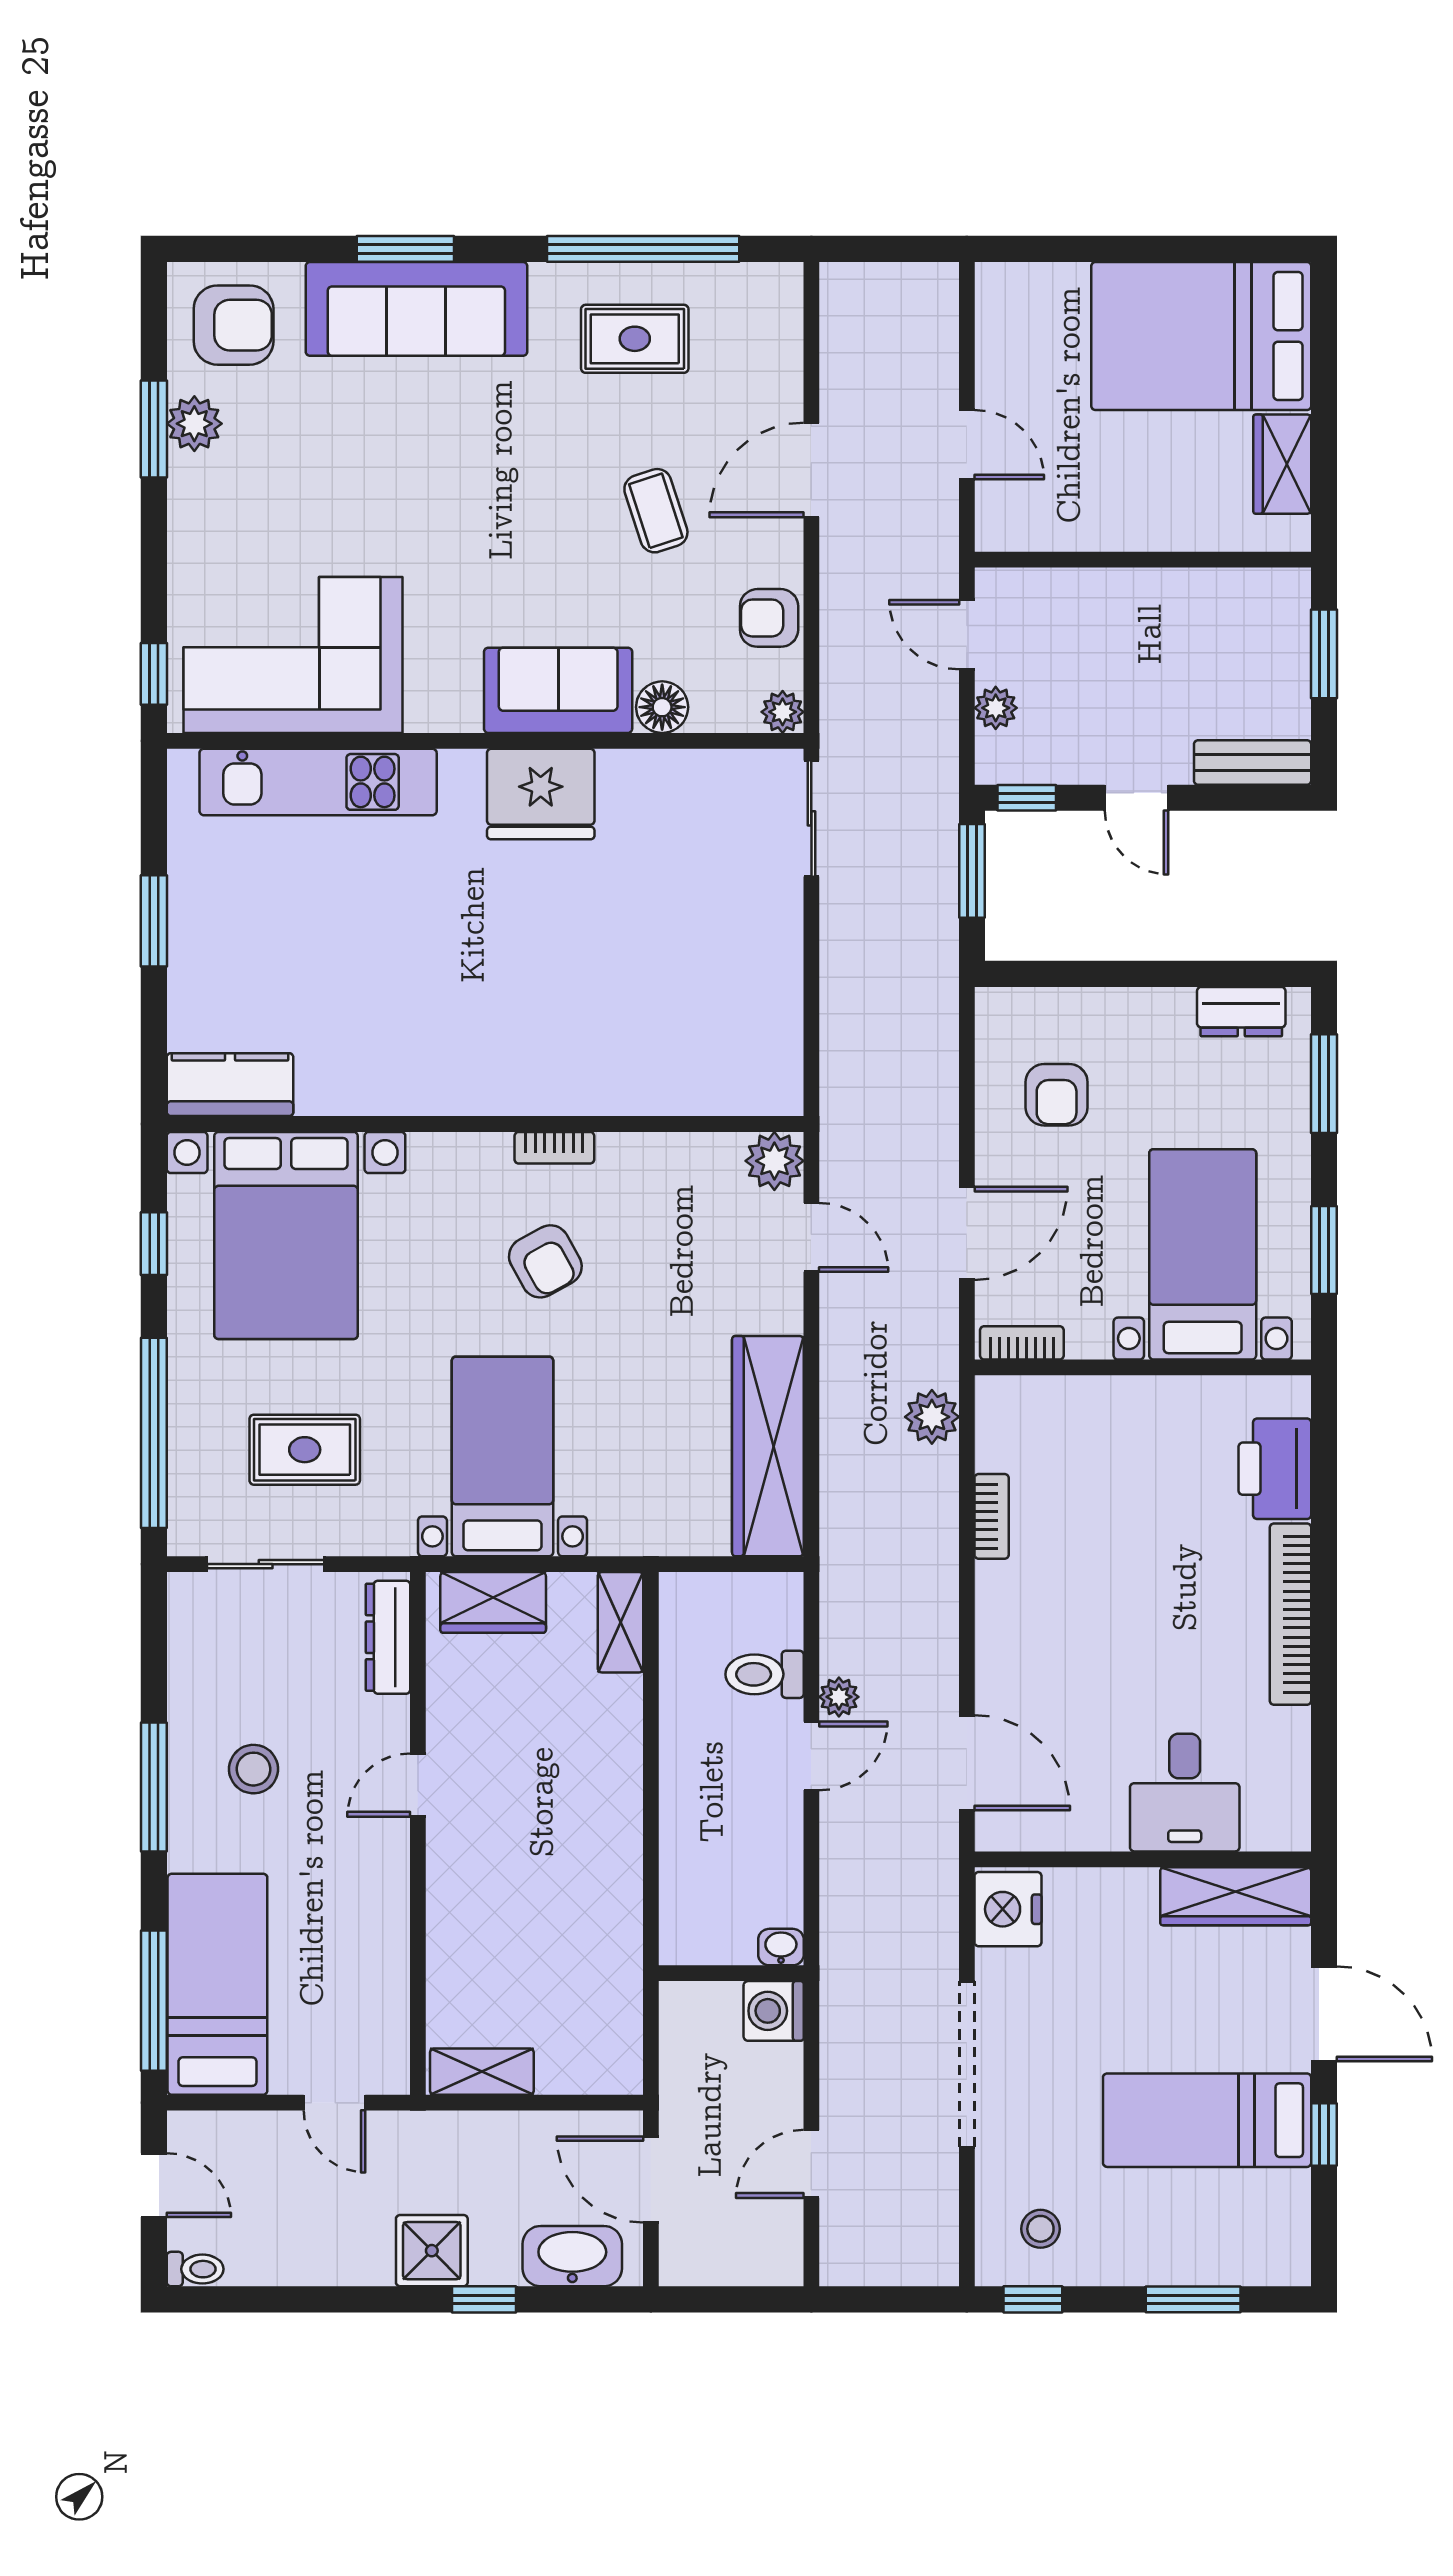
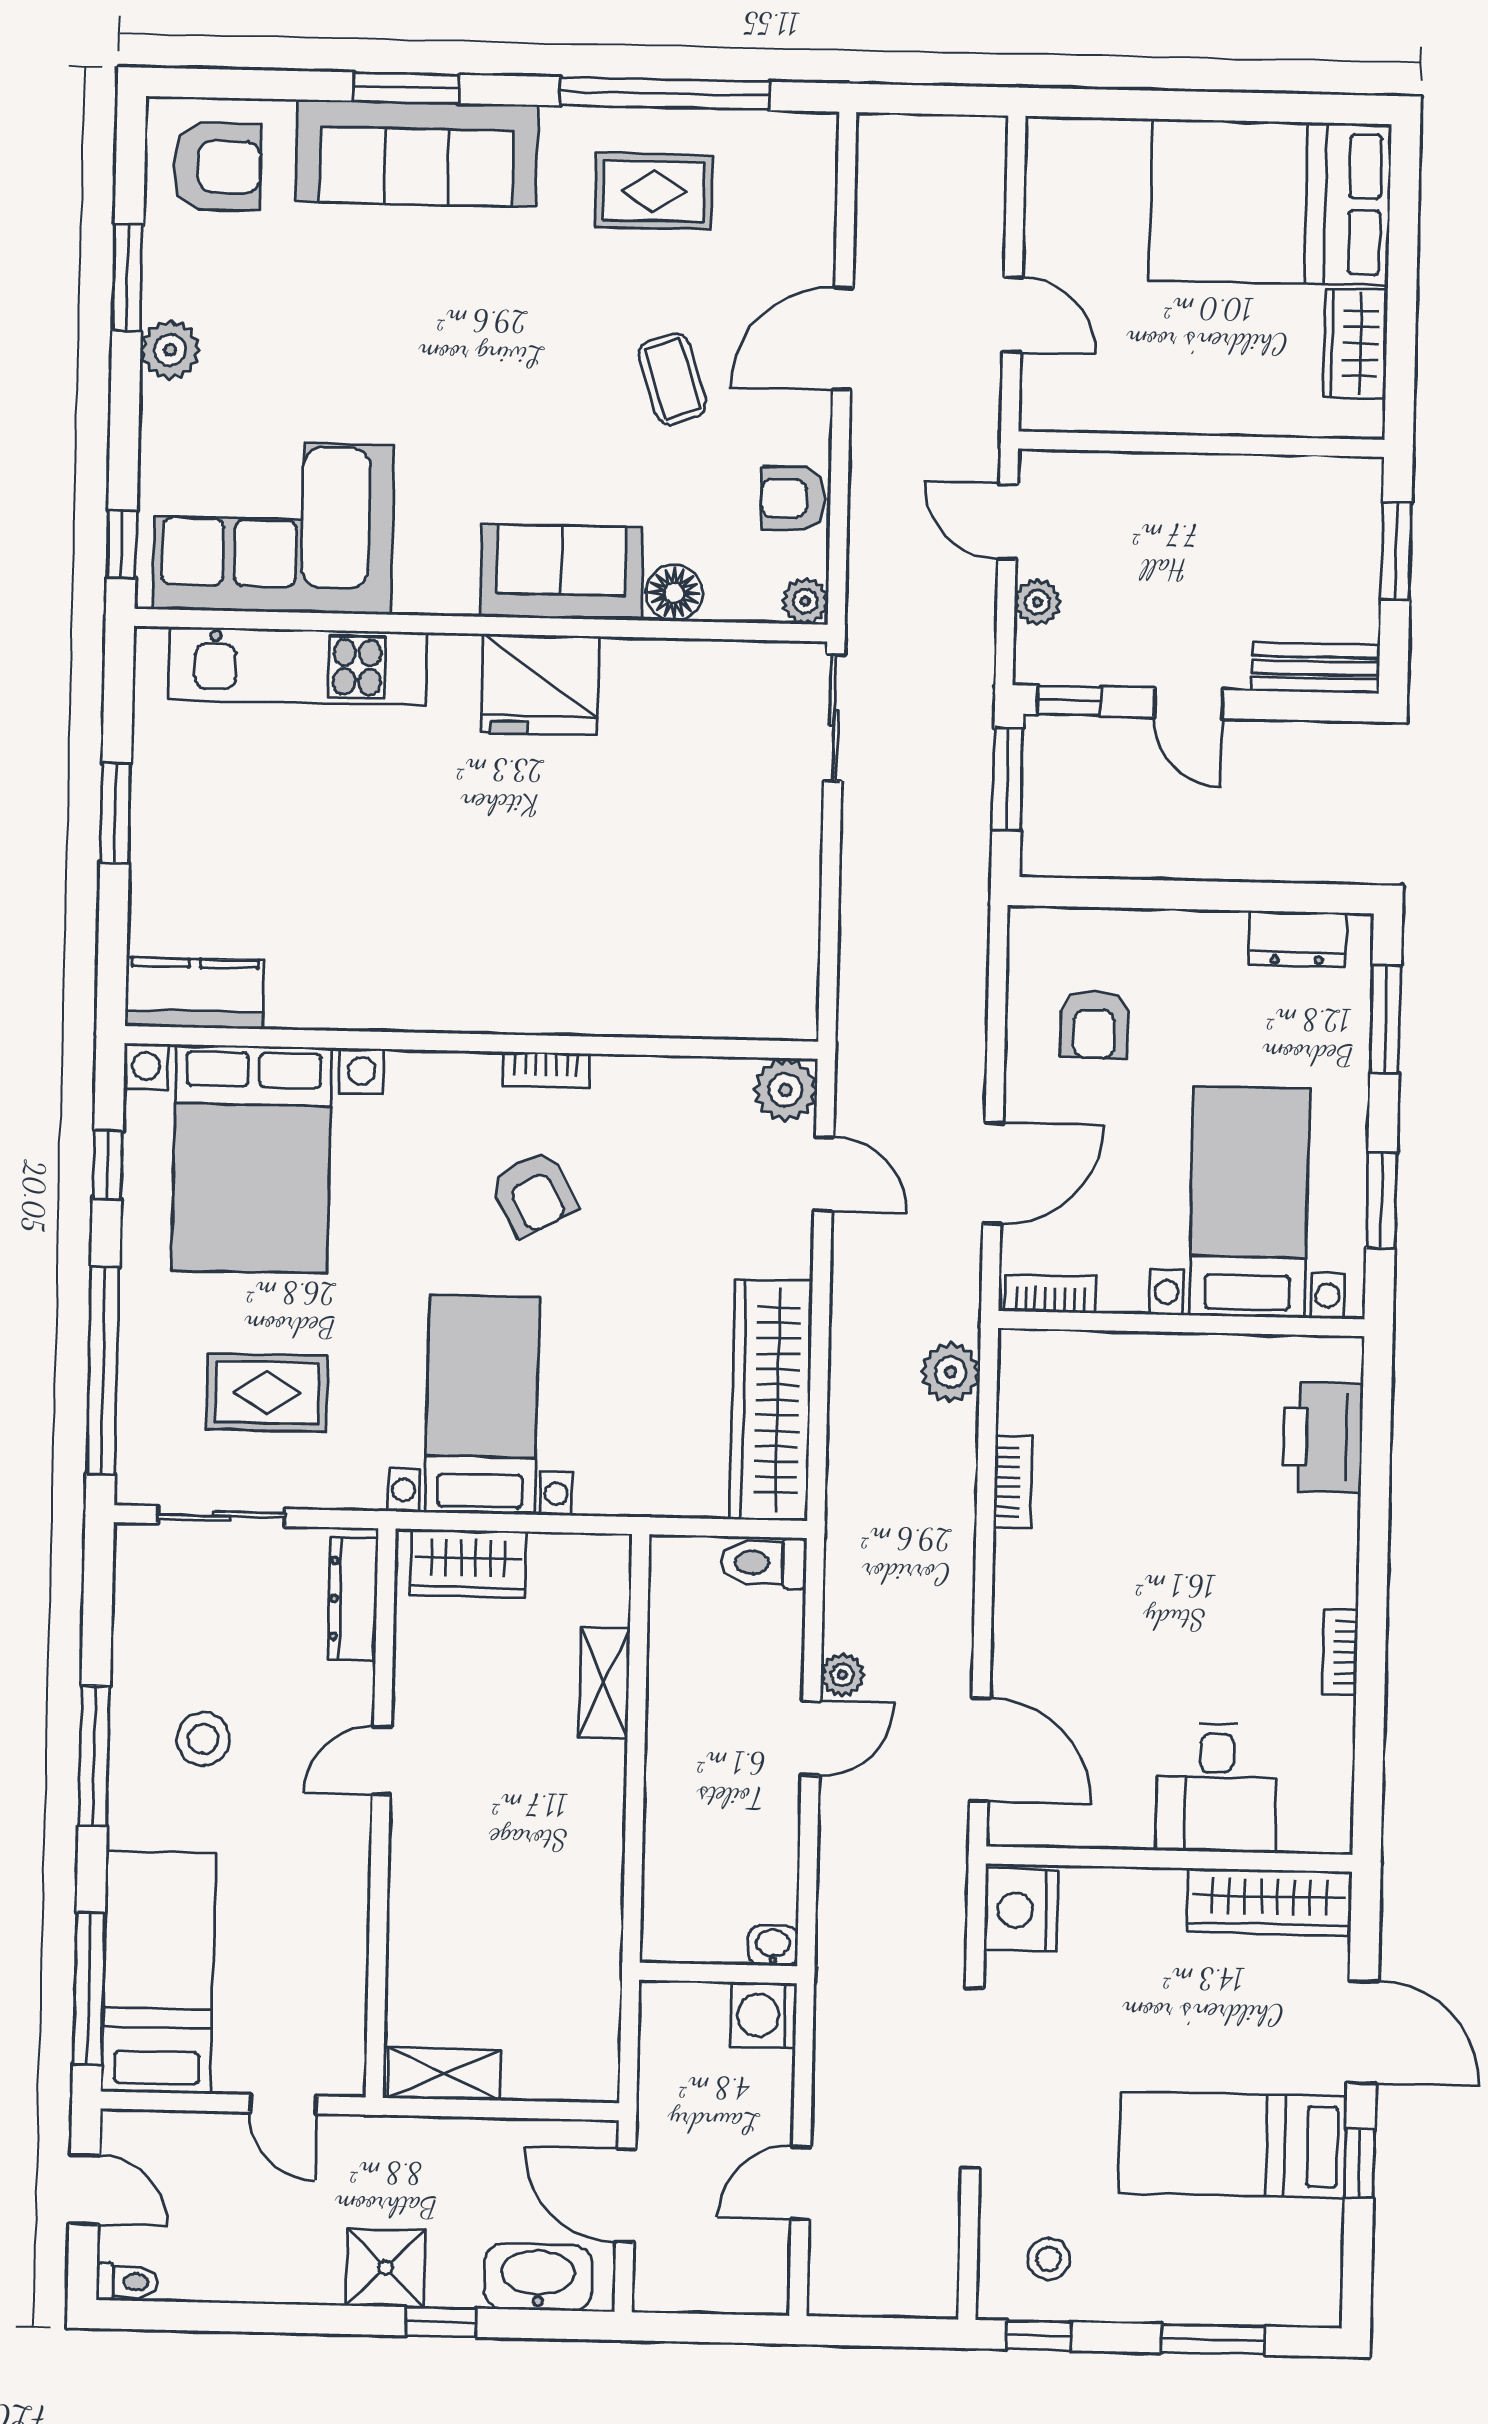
plant: (194, 424) -> (170, 350), moved
bookcase: (1290, 1614) -> (1340, 1652), width x0.43, depth x0.76
shelving: (620, 1622) -> (604, 1683), moved
toilet: (765, 1674) -> (764, 1563), moved

